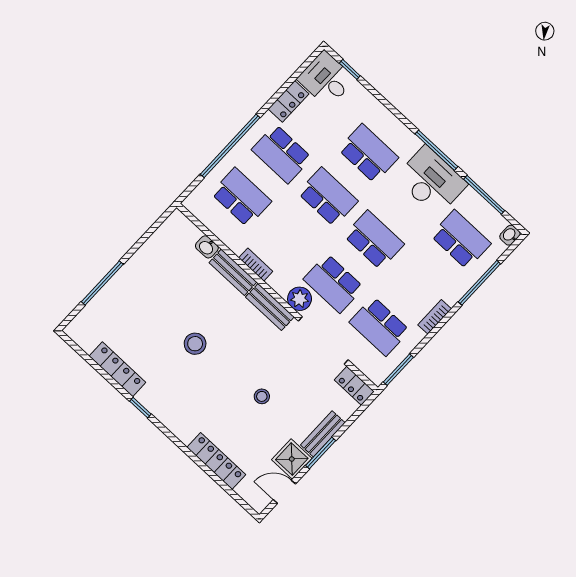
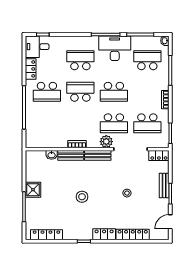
school desk: (241, 197) -> (47, 123), removed
school desk: (374, 240) -> (114, 92), turned 180
locker: (117, 369) -> (46, 235), moved
locker: (177, 424) -> (104, 234), added
shower: (292, 459) -> (33, 190), moved

